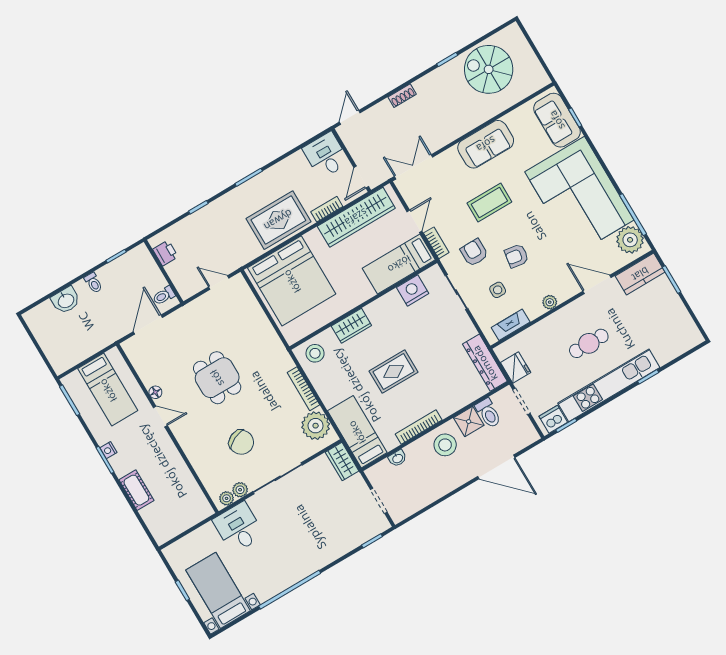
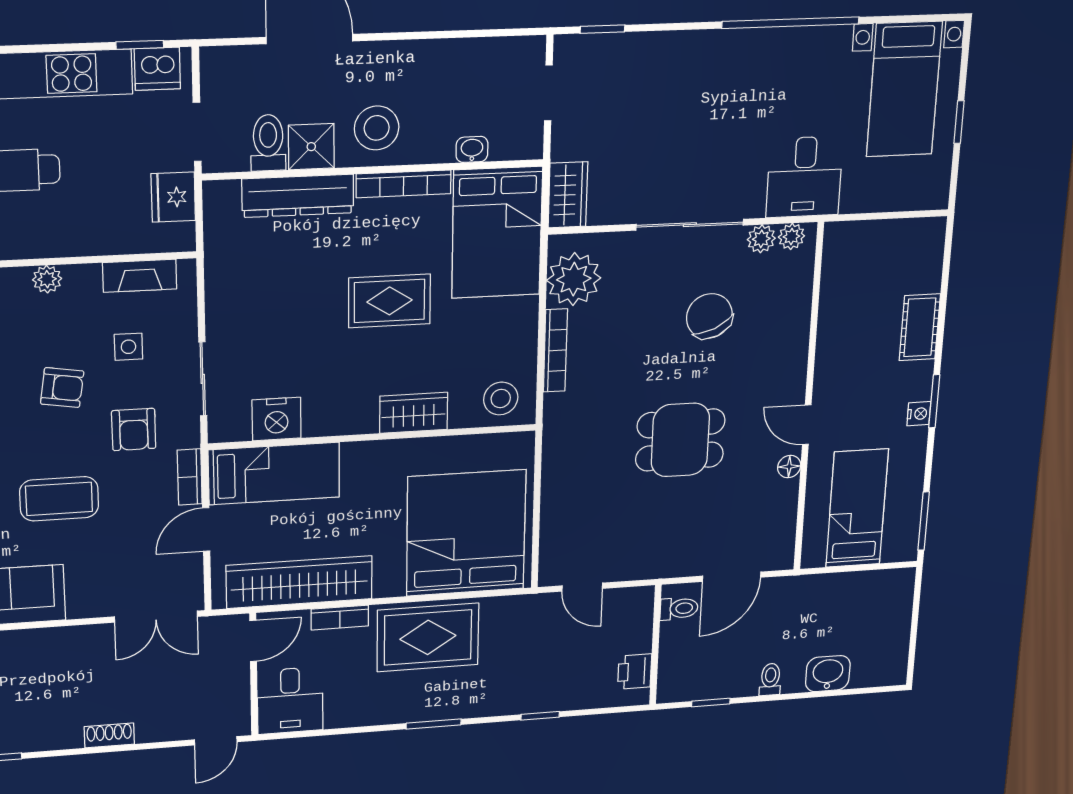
dresser: (485, 363) -> (298, 196), moved, turned 90
dining table: (217, 378) -> (680, 440), turned 90
bed: (357, 432) -> (497, 233), width x1.50

